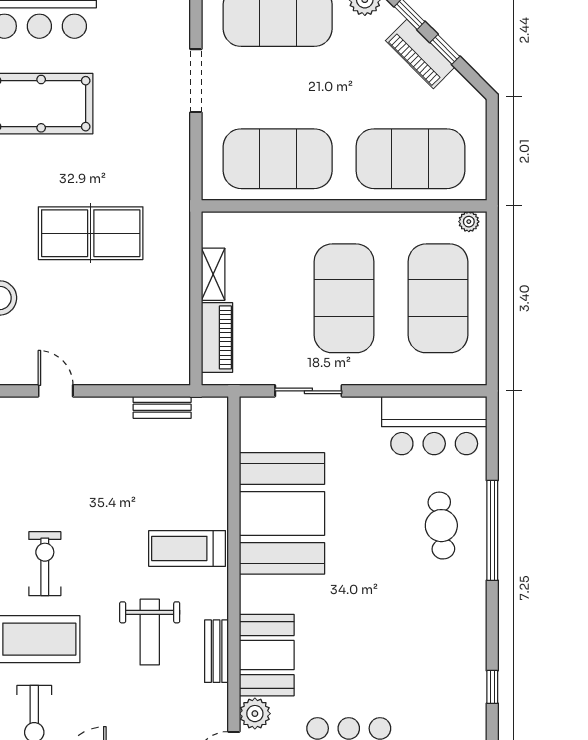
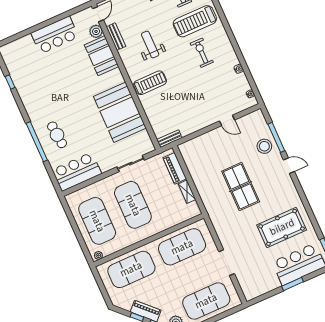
table tennis table: (91, 233) -> (241, 186), turned 90
bench: (162, 407) -> (169, 139), moved
exercise bike: (45, 564) -> (202, 53), turned 180
bench: (217, 651) -> (116, 37), moved

